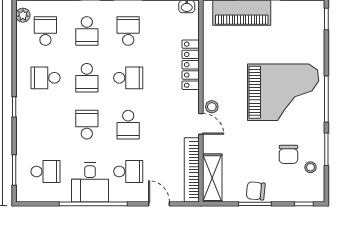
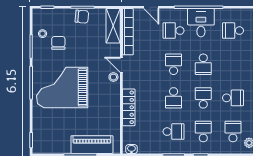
school desk: (45, 31) -> (233, 132), turned 180
school desk: (128, 31) -> (174, 132), turned -90
school desk: (128, 78) -> (174, 98), turned -90

